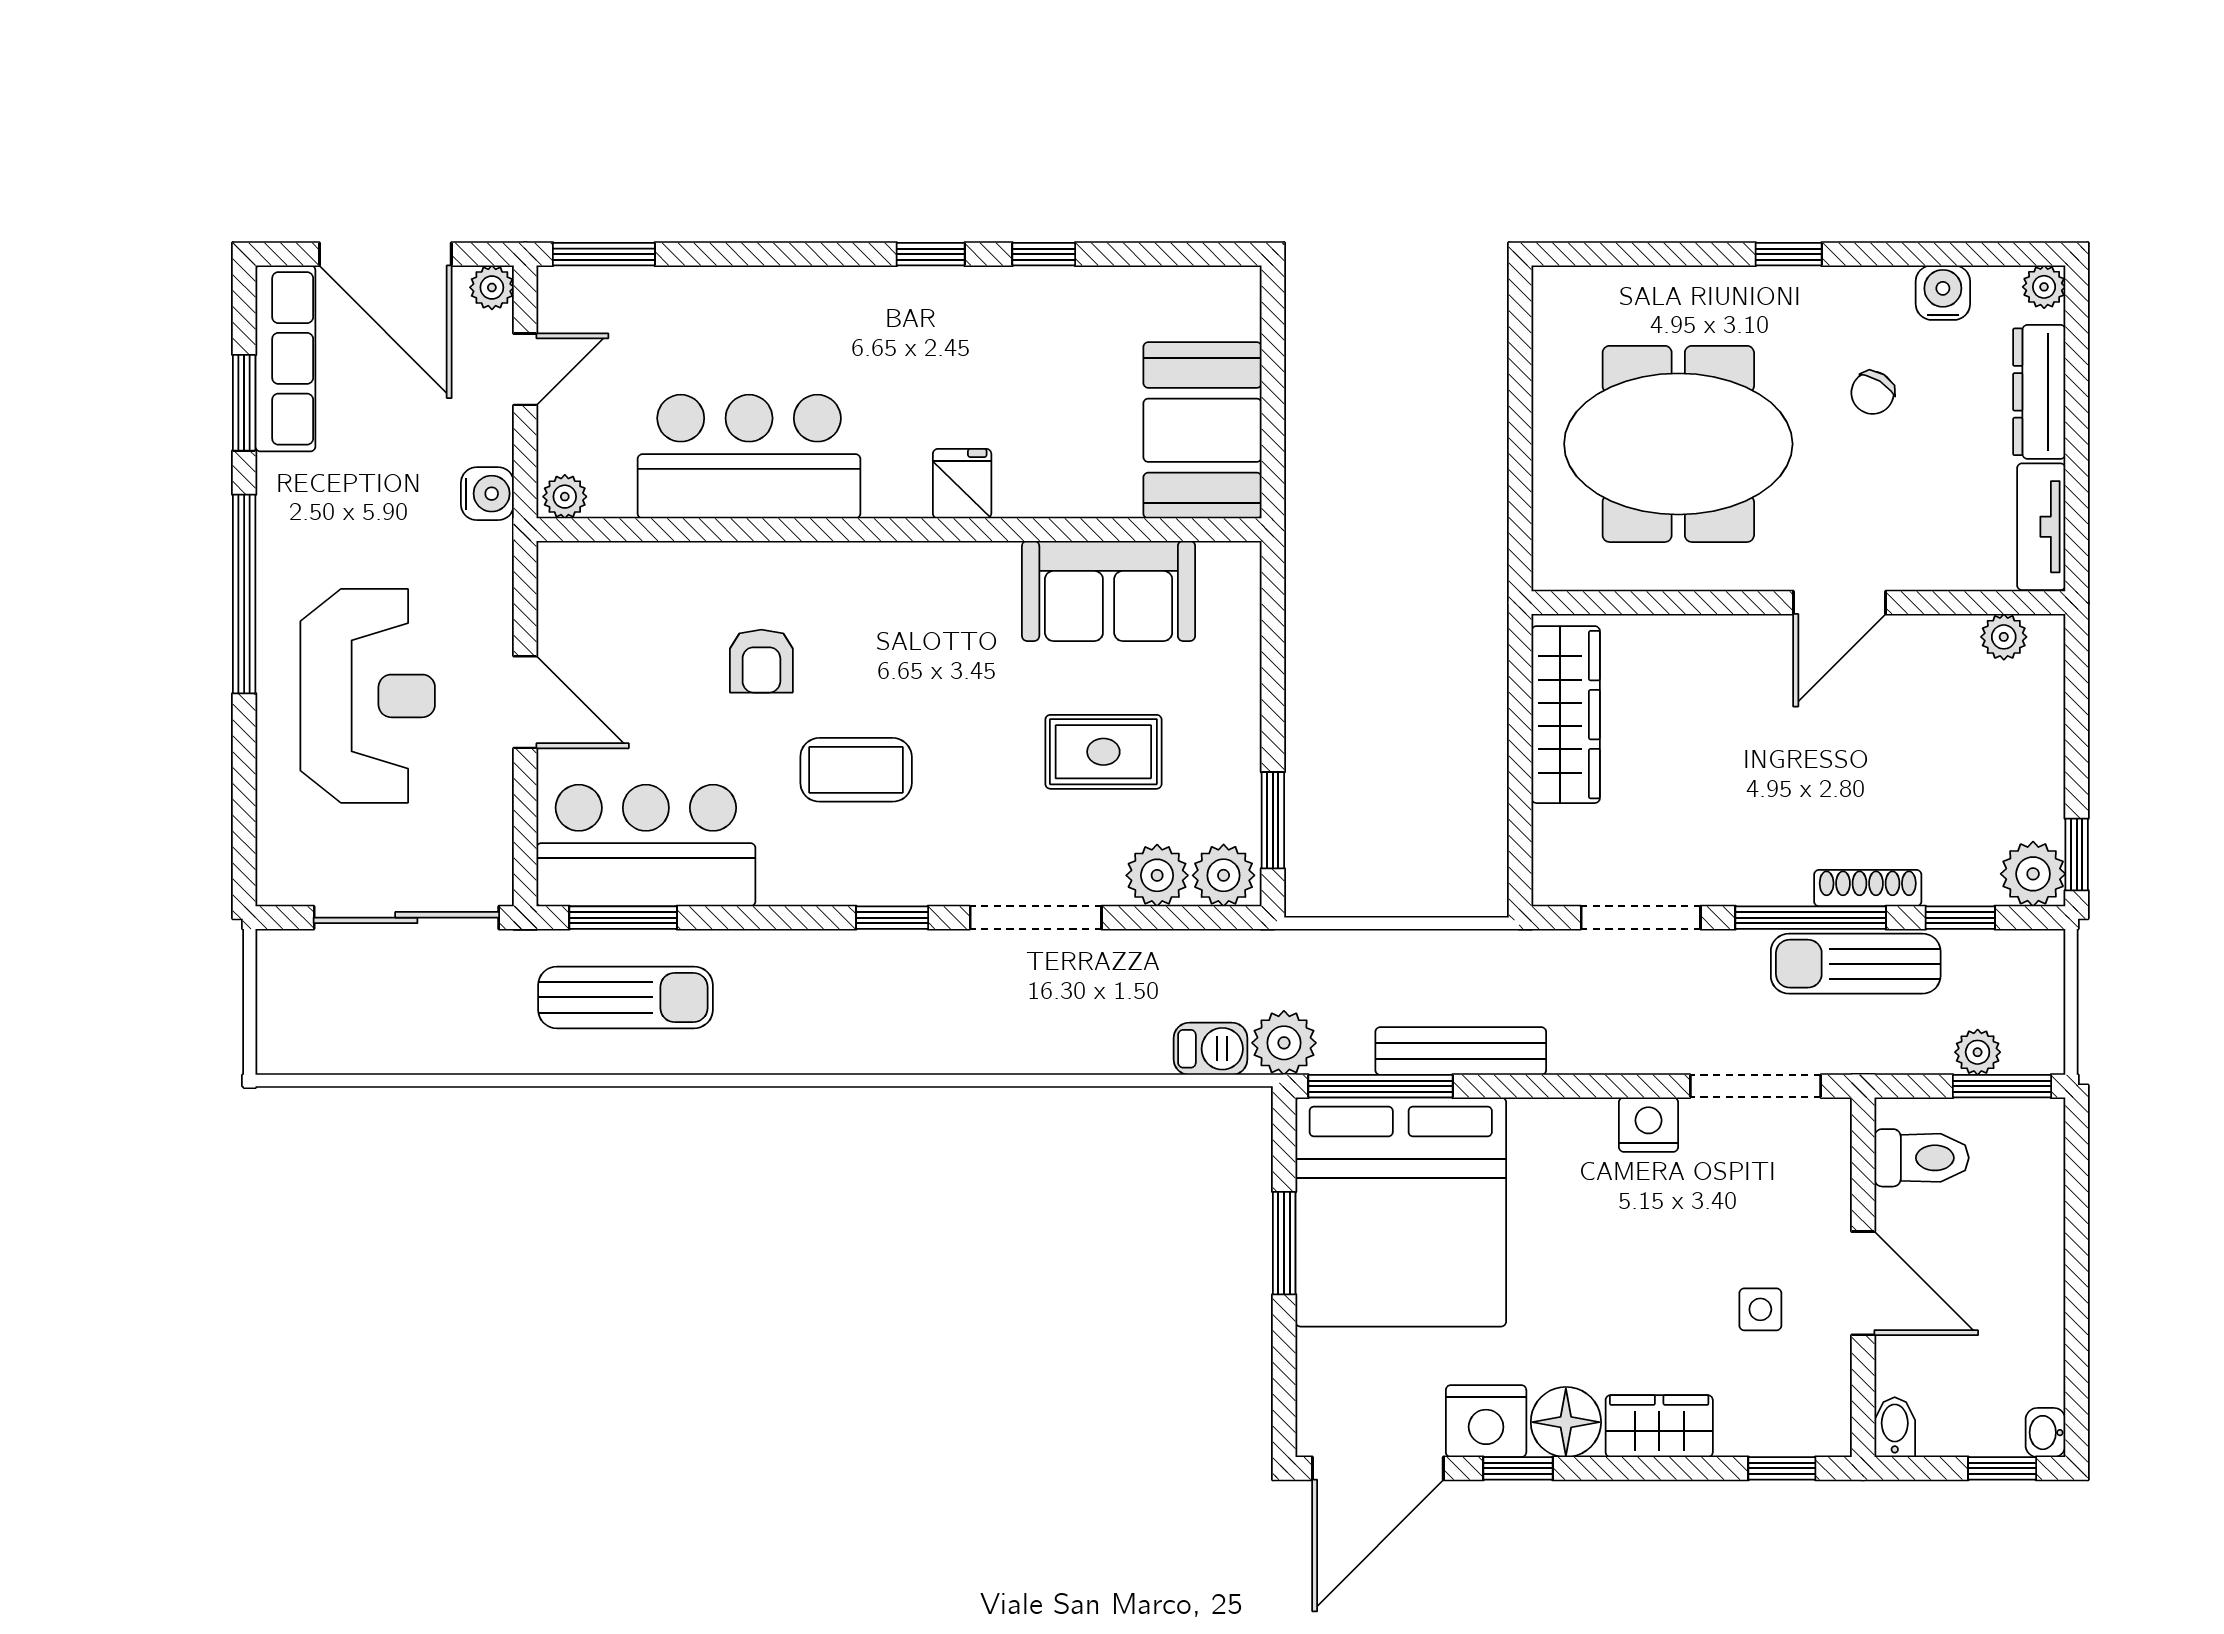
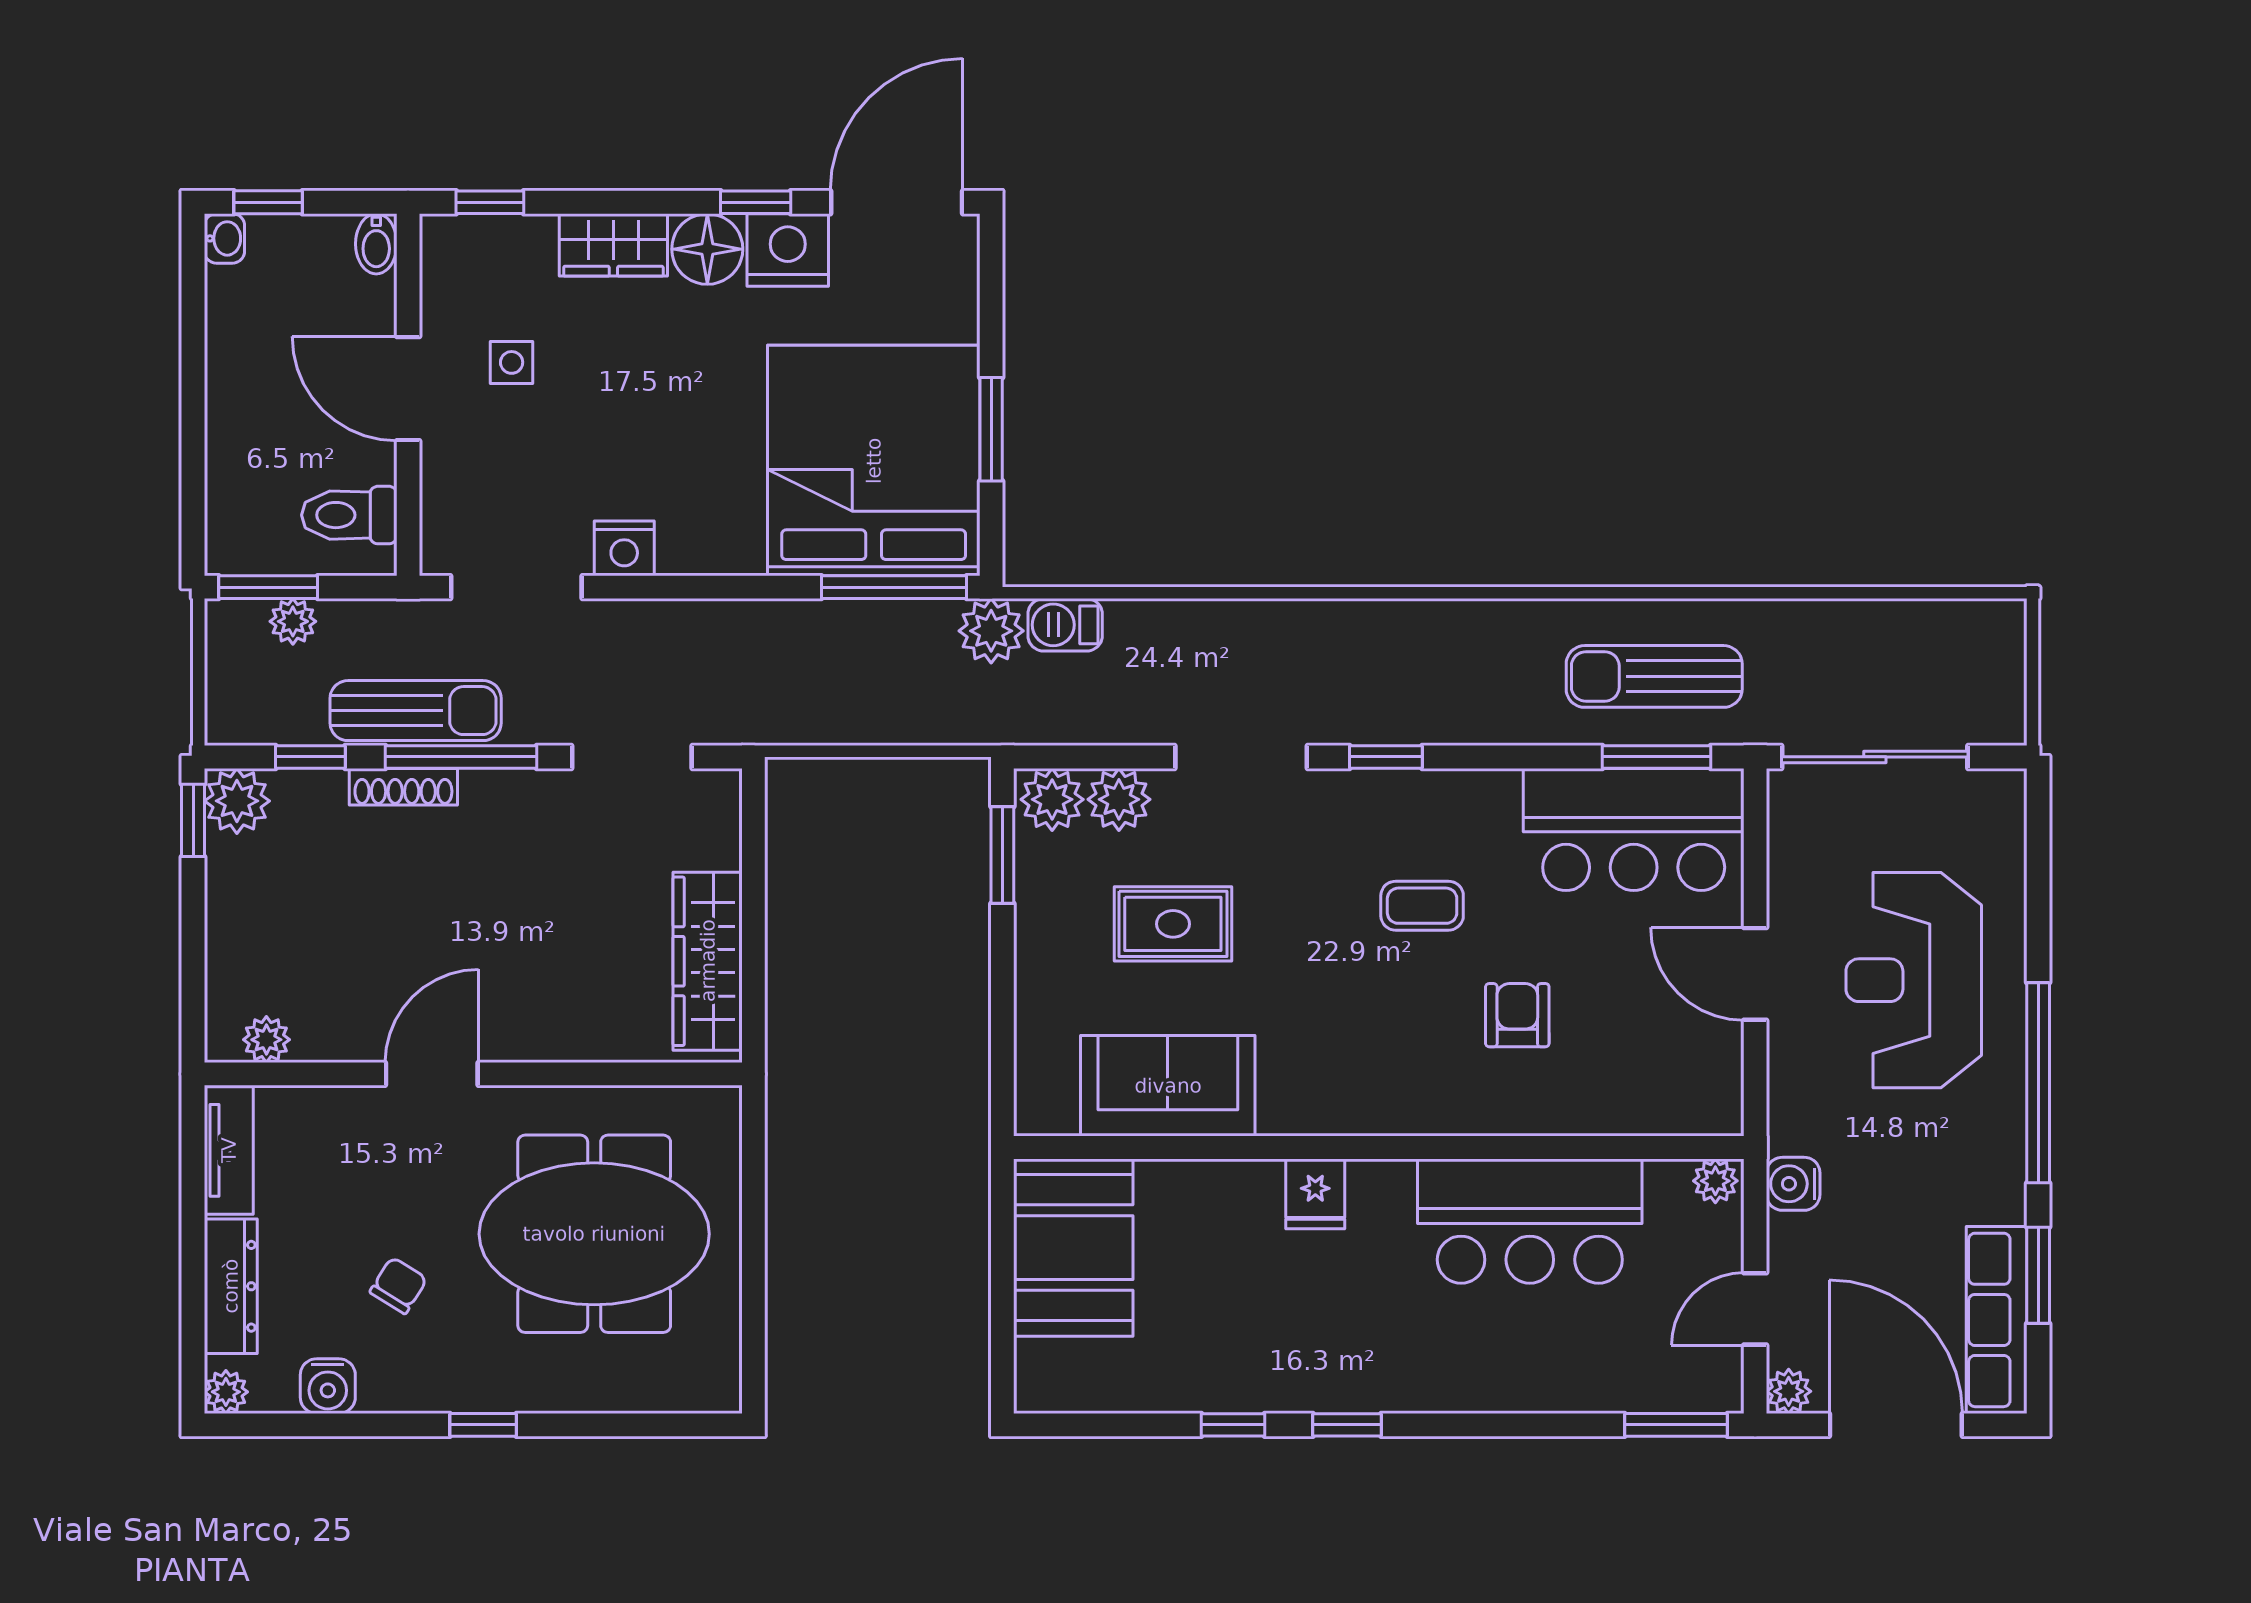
coffee table: (856, 770) -> (1422, 906), width x0.73, depth x0.77
bench: (1461, 1051) -> (813, 623), removed

